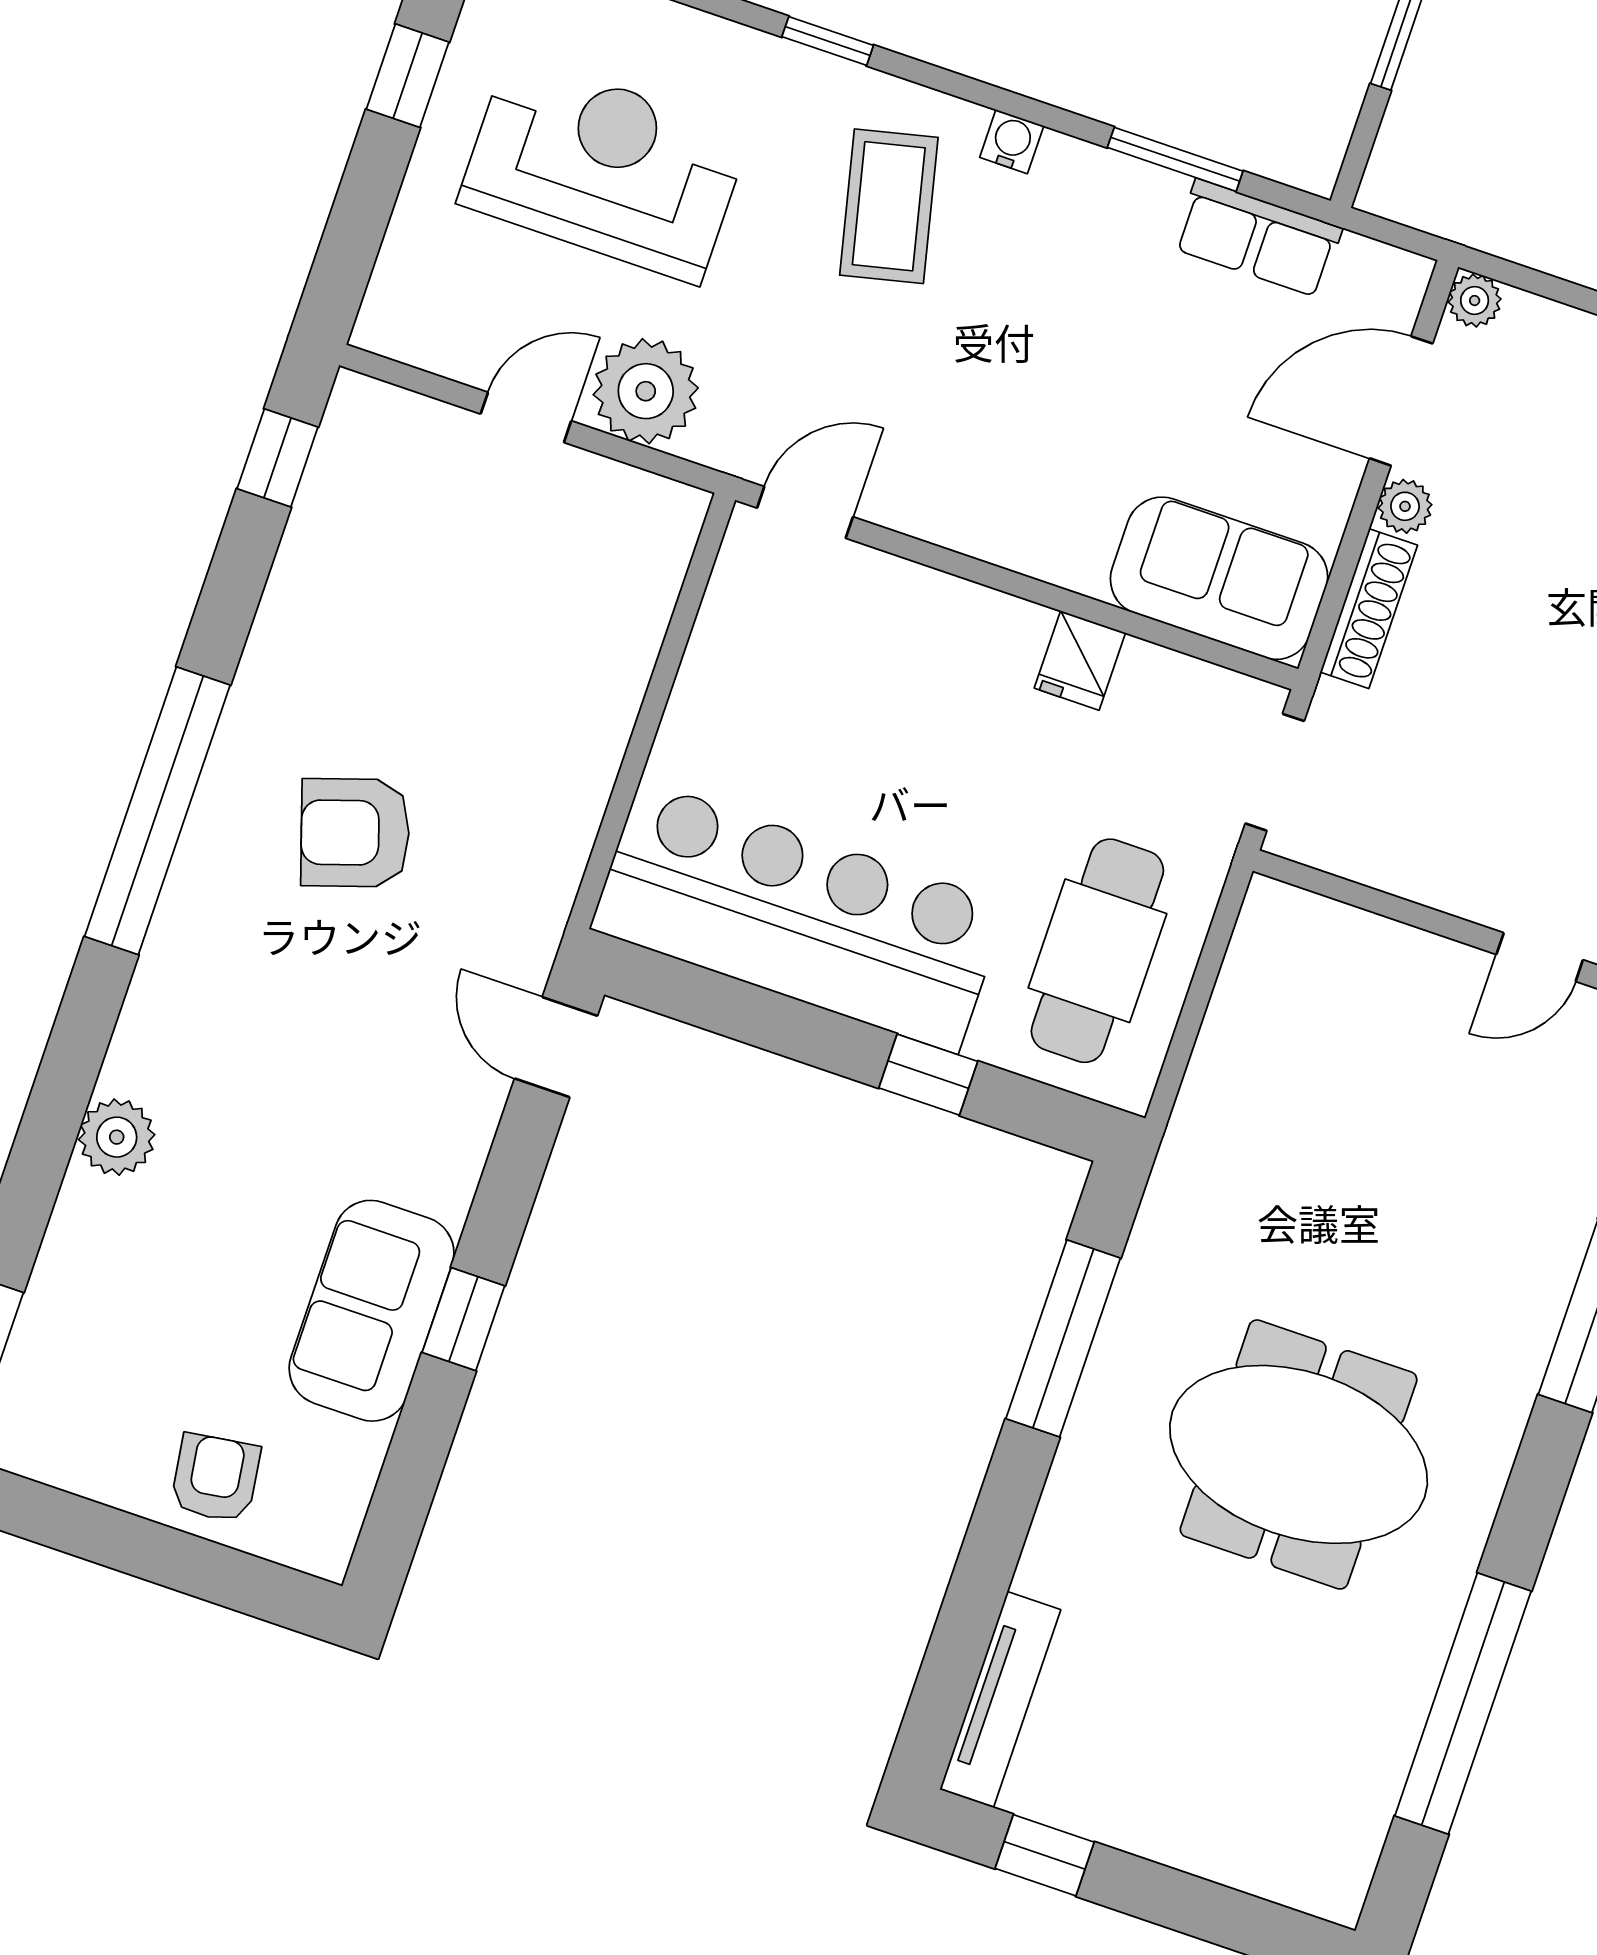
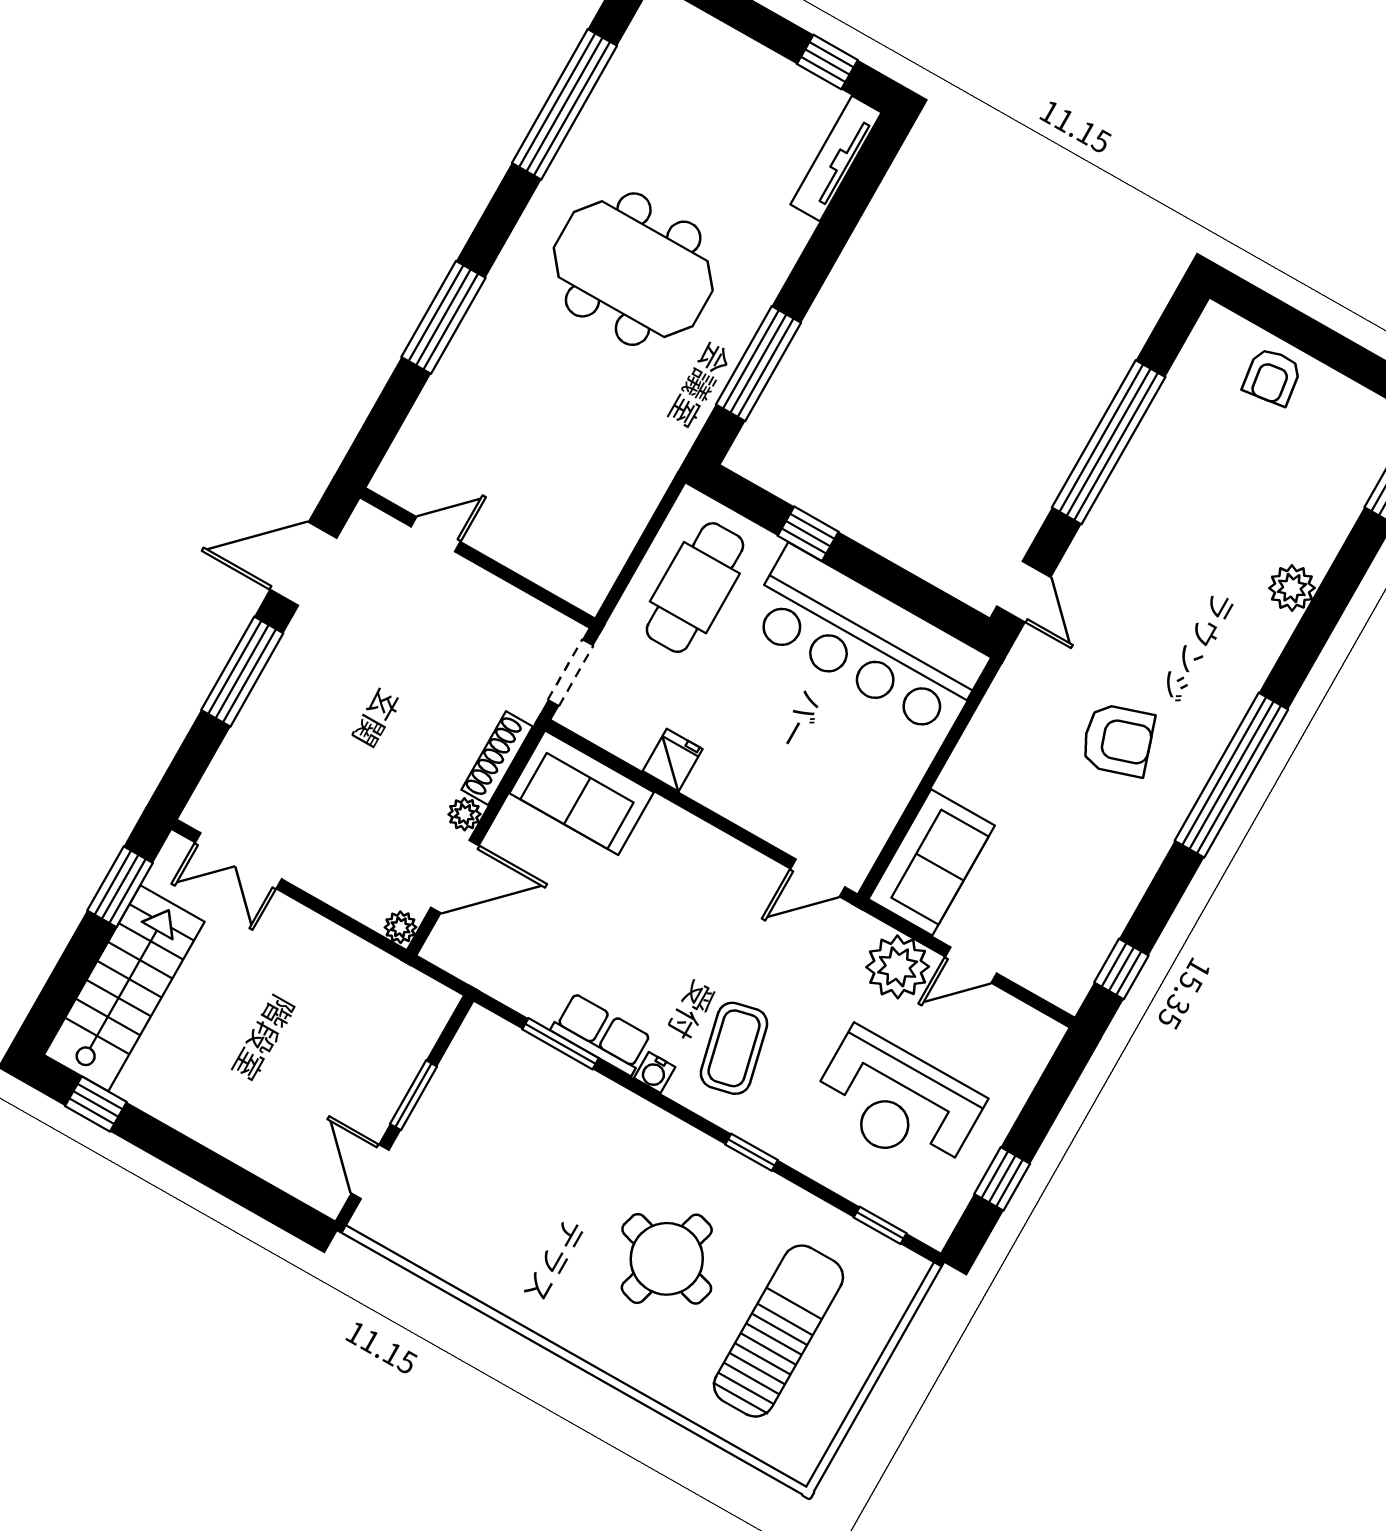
row of seats: (1258, 238) -> (601, 1034), moved
sofa: (372, 1311) -> (932, 862), moved
window: (463, 1319) -> (1109, 442), width x3.17

